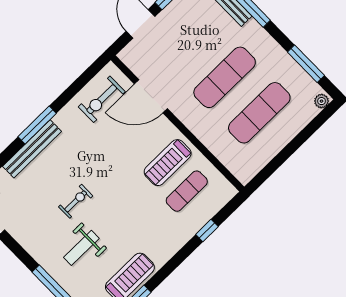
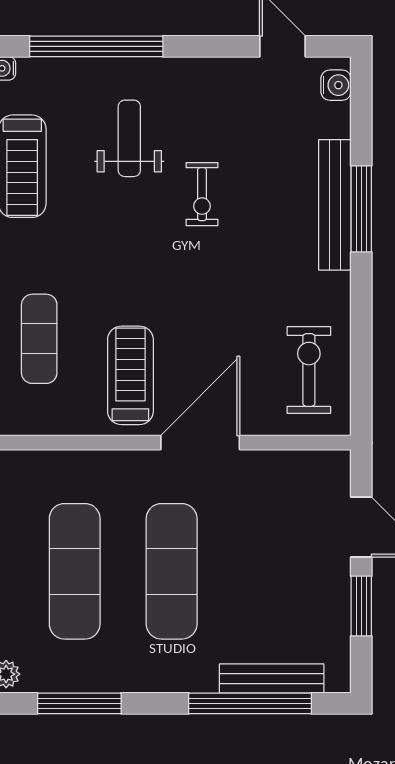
door: (151, 96) -> (200, 443), moved
window: (37, 125) -> (361, 209), moved
exercise mat: (187, 191) -> (39, 339), moved

